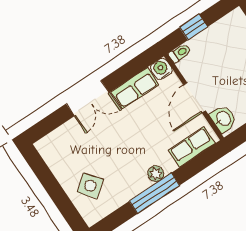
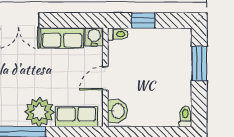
door: (194, 98) -> (105, 78), width x0.73
plant: (156, 174) -> (39, 112), width x1.88, depth x1.88

